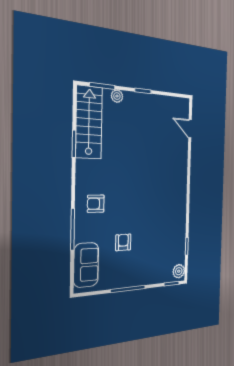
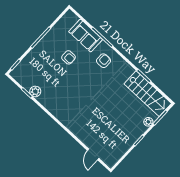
door: (190, 129) -> (93, 154), swing flipped
sofa: (86, 265) -> (86, 36), moved
plant: (179, 271) -> (35, 91), moved

